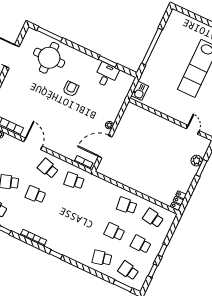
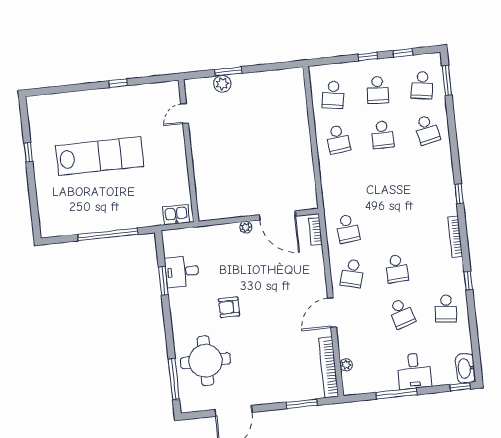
locker: (178, 201) -> (290, 75), removed

